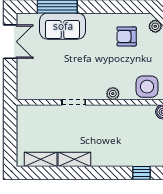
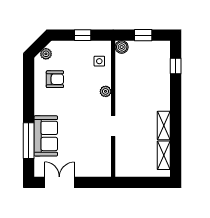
armchair: (127, 36) -> (55, 79), turned -90
side table: (147, 87) -> (99, 61), width x0.54, depth x0.54

